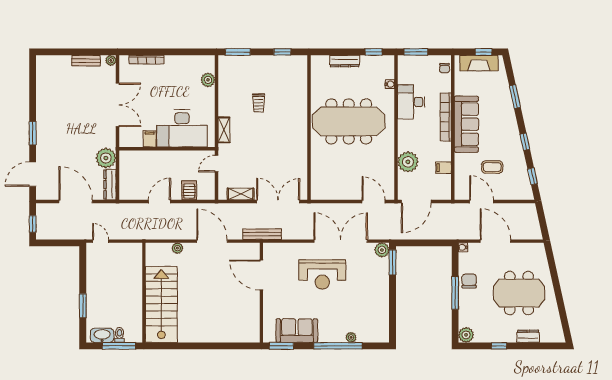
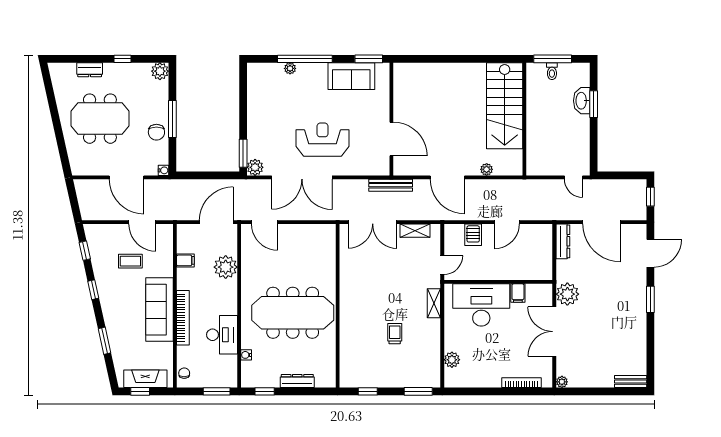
bench: (86, 61) -> (631, 382), moved
plant: (106, 158) -> (567, 294), moved
washbasin: (102, 335) -> (582, 101), moved, turned 90

